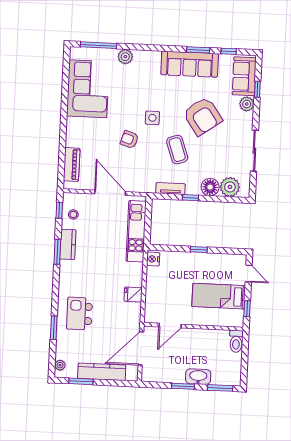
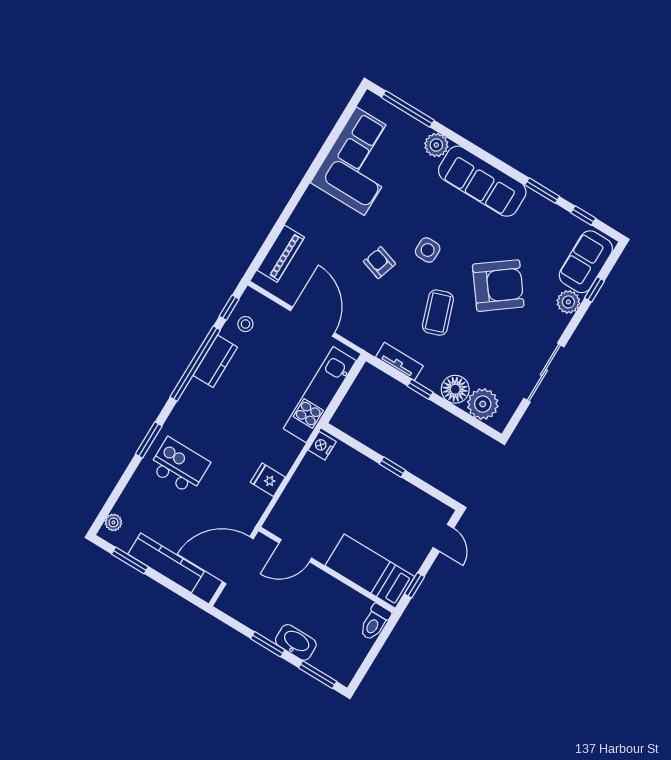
sofa: (190, 64) -> (482, 181), moved
armchair: (203, 116) -> (498, 286), turned -92
window: (57, 252) -> (195, 363), width x2.11
bed: (219, 296) -> (370, 571), moved
kitchen island: (80, 314) -> (179, 466), turned 90
window: (54, 328) -> (149, 440), moved

